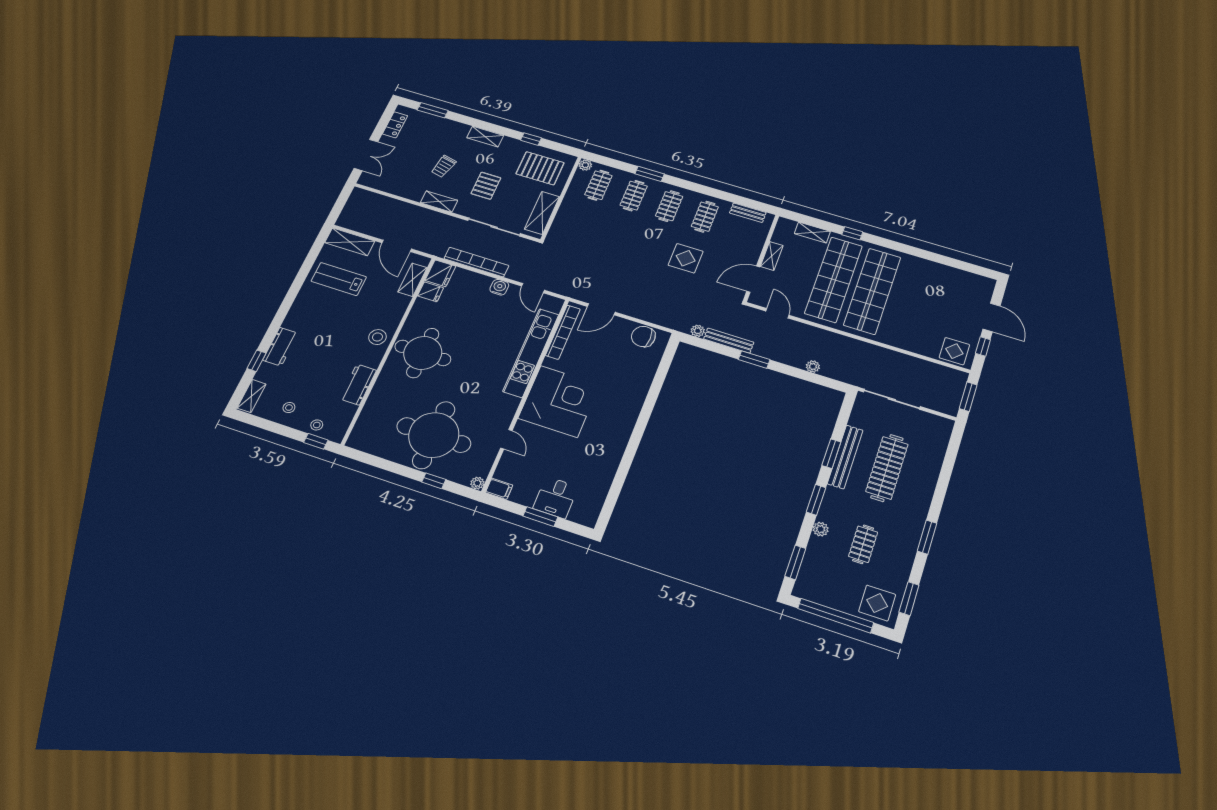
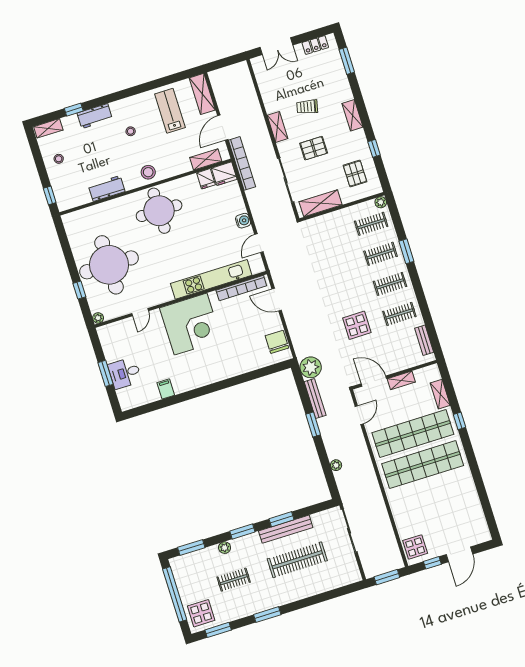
pallet: (540, 168) -> (355, 174), width x0.67, depth x0.71
bookcase: (476, 262) -> (242, 163), moved
plant: (698, 331) -> (311, 367), width x1.87, depth x1.87
stool: (317, 425) -> (131, 131), moved
filing cabinet: (499, 489) -> (166, 389), moved, turned 180

